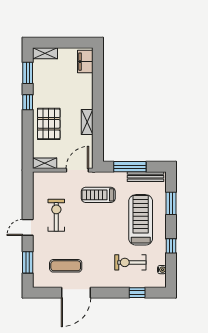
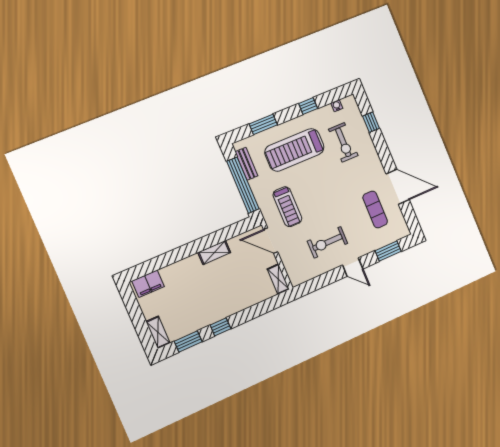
pallet: (49, 124) -> (234, 294), removed
window: (130, 167) -> (243, 185), width x1.46
bench: (146, 177) -> (246, 164), width x0.73

